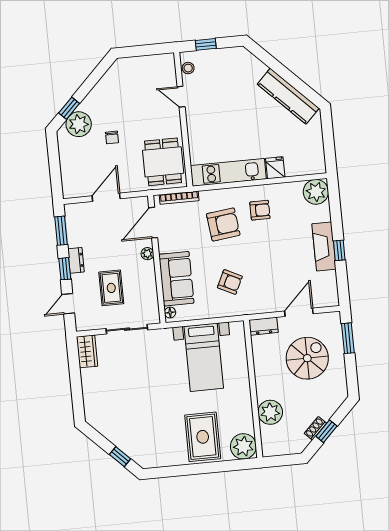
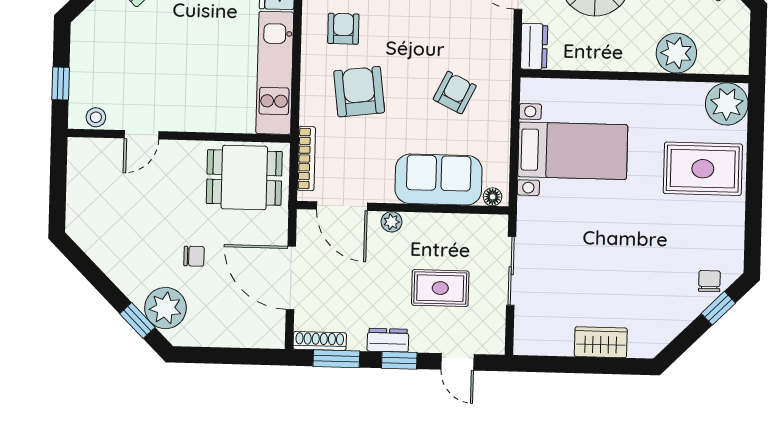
door: (106, 197) -> (291, 278), width x1.36
shoe rack: (70, 219) -> (320, 341), added
wardrobe: (87, 351) -> (601, 342), moved
chair: (136, 449) -> (709, 281), added

